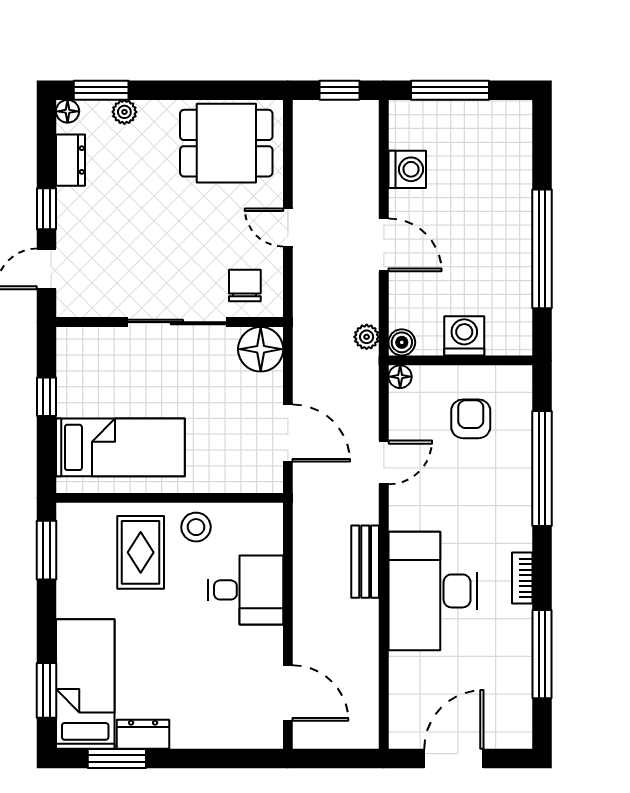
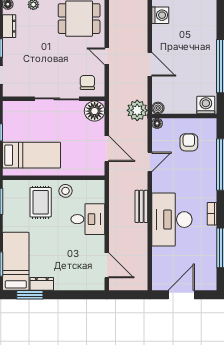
washing machine: (407, 169) -> (160, 15), moved
washing machine: (464, 336) -> (206, 105), moved
plant: (367, 337) -> (137, 110), width x1.87, depth x1.87

